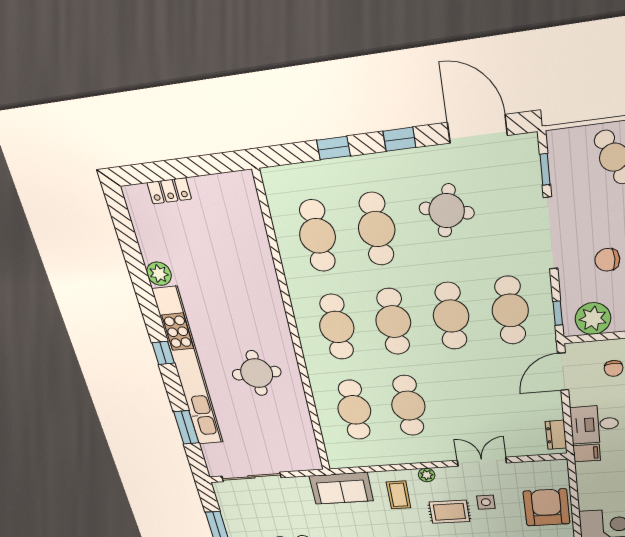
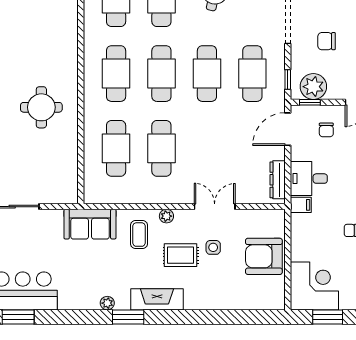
window: (590, 338) -> (310, 102), added
dresser: (556, 435) -> (278, 180), width x1.44
armchair: (547, 507) -> (264, 256), turned -90

